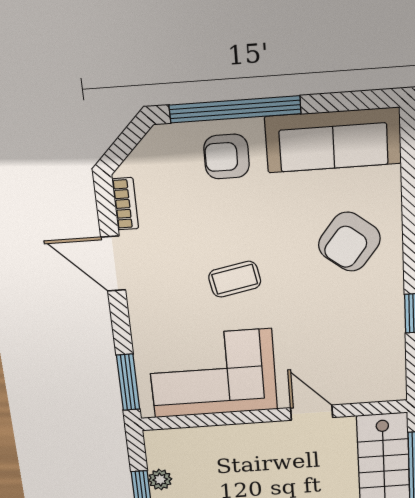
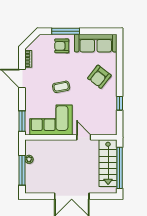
window: (235, 109) -> (66, 31), width x0.68

